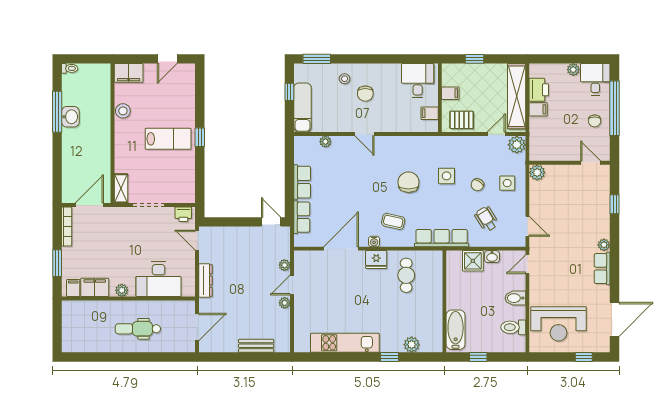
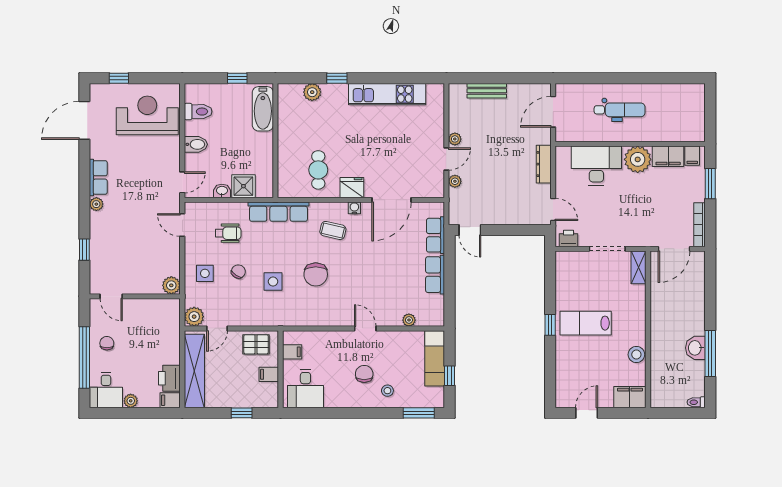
filing cabinet: (538, 109) -> (170, 400), moved
wheelchair: (487, 219) -> (228, 233), turned -58
plant: (122, 290) -> (638, 159), width x1.88, depth x1.88

